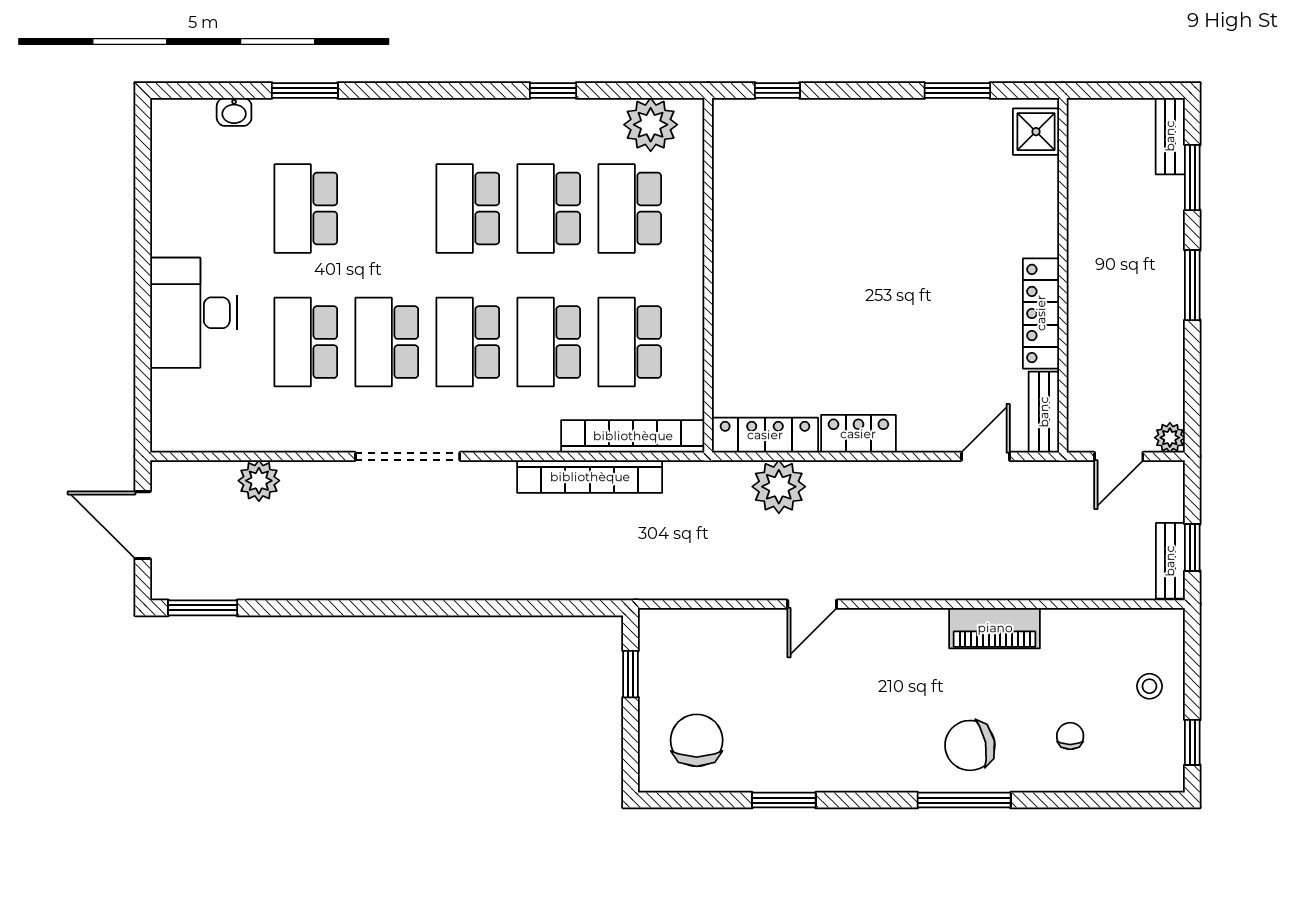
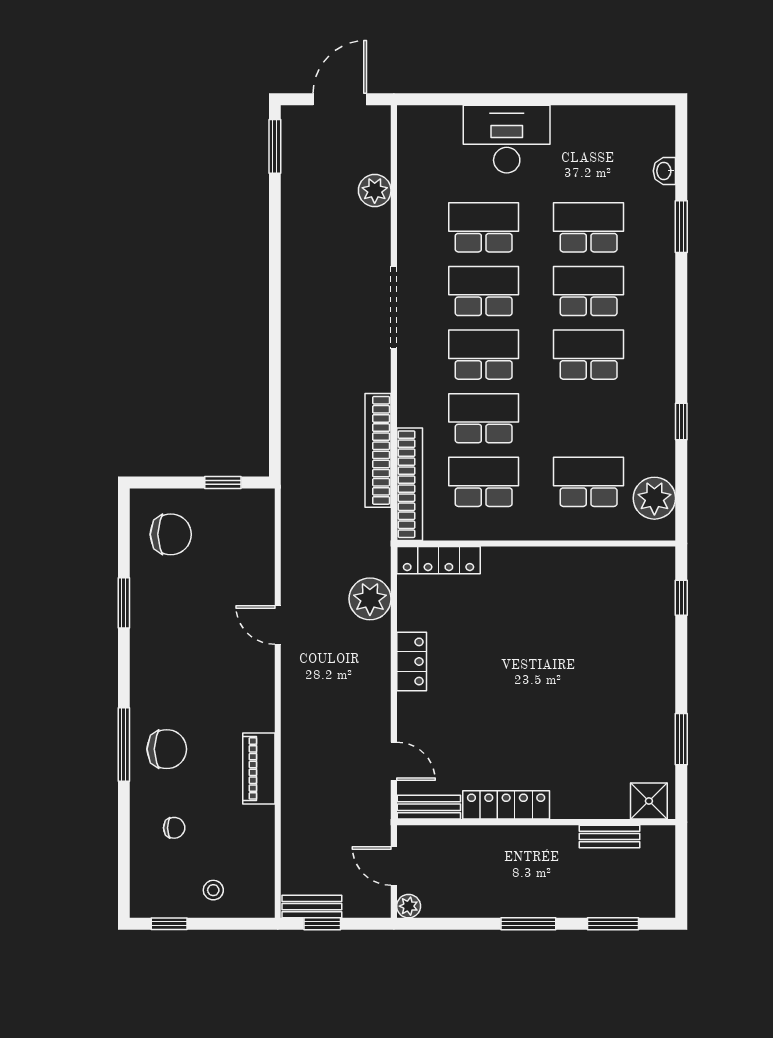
bench: (1170, 136) -> (609, 837), moved
school desk: (549, 208) -> (589, 291), moved
locker: (765, 435) -> (438, 560), moved, turned 90
chair: (970, 745) -> (167, 749), turned 101

